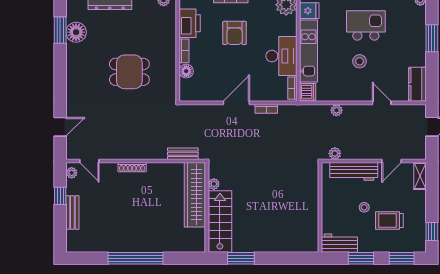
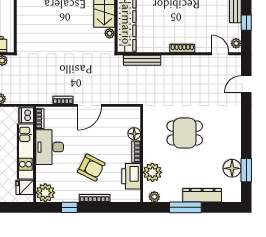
plant: (166, 28) -> (152, 172), added
armchair: (235, 33) -> (91, 168), turned 117
bench: (183, 154) -> (142, 60), width x1.36

